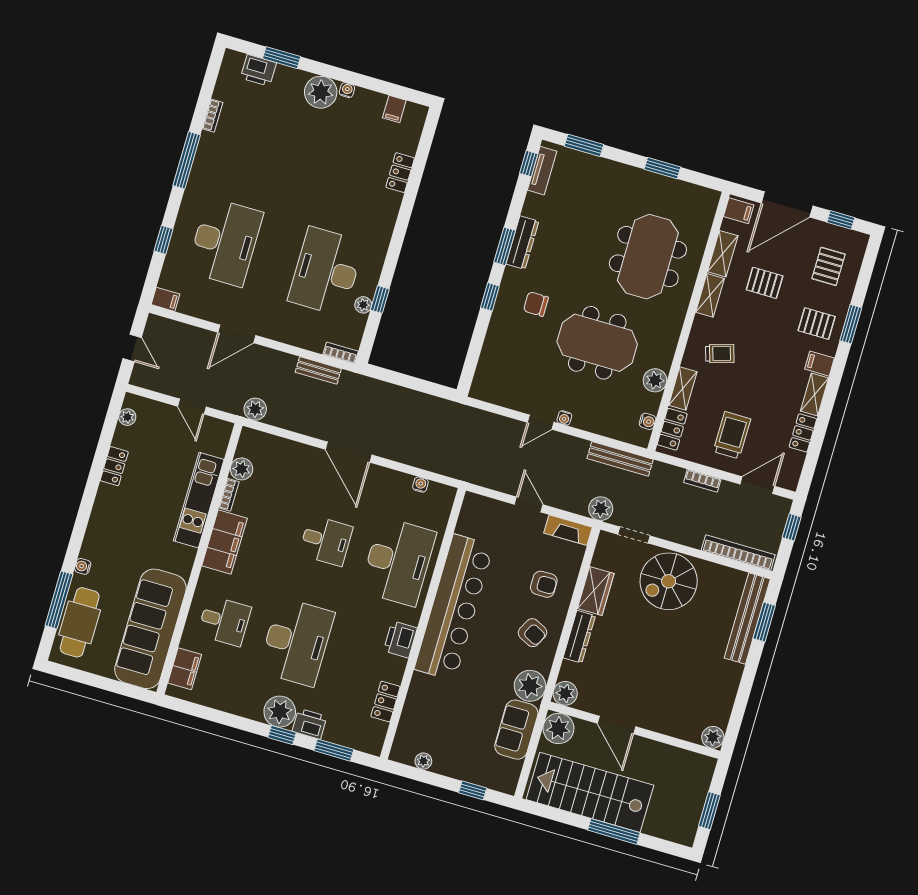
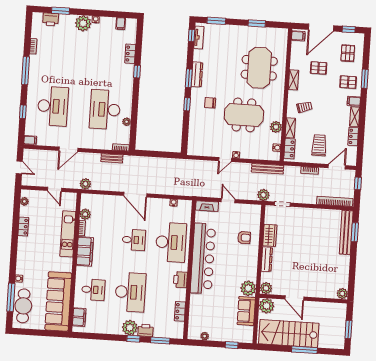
shelving: (723, 254) -> (295, 58), removed
window: (380, 299) -> (137, 72), moved
fireplace: (568, 530) -> (207, 206), moved
spiral stairs: (669, 581) -> (304, 223), removed
armchair: (532, 633) -> (244, 262), removed

